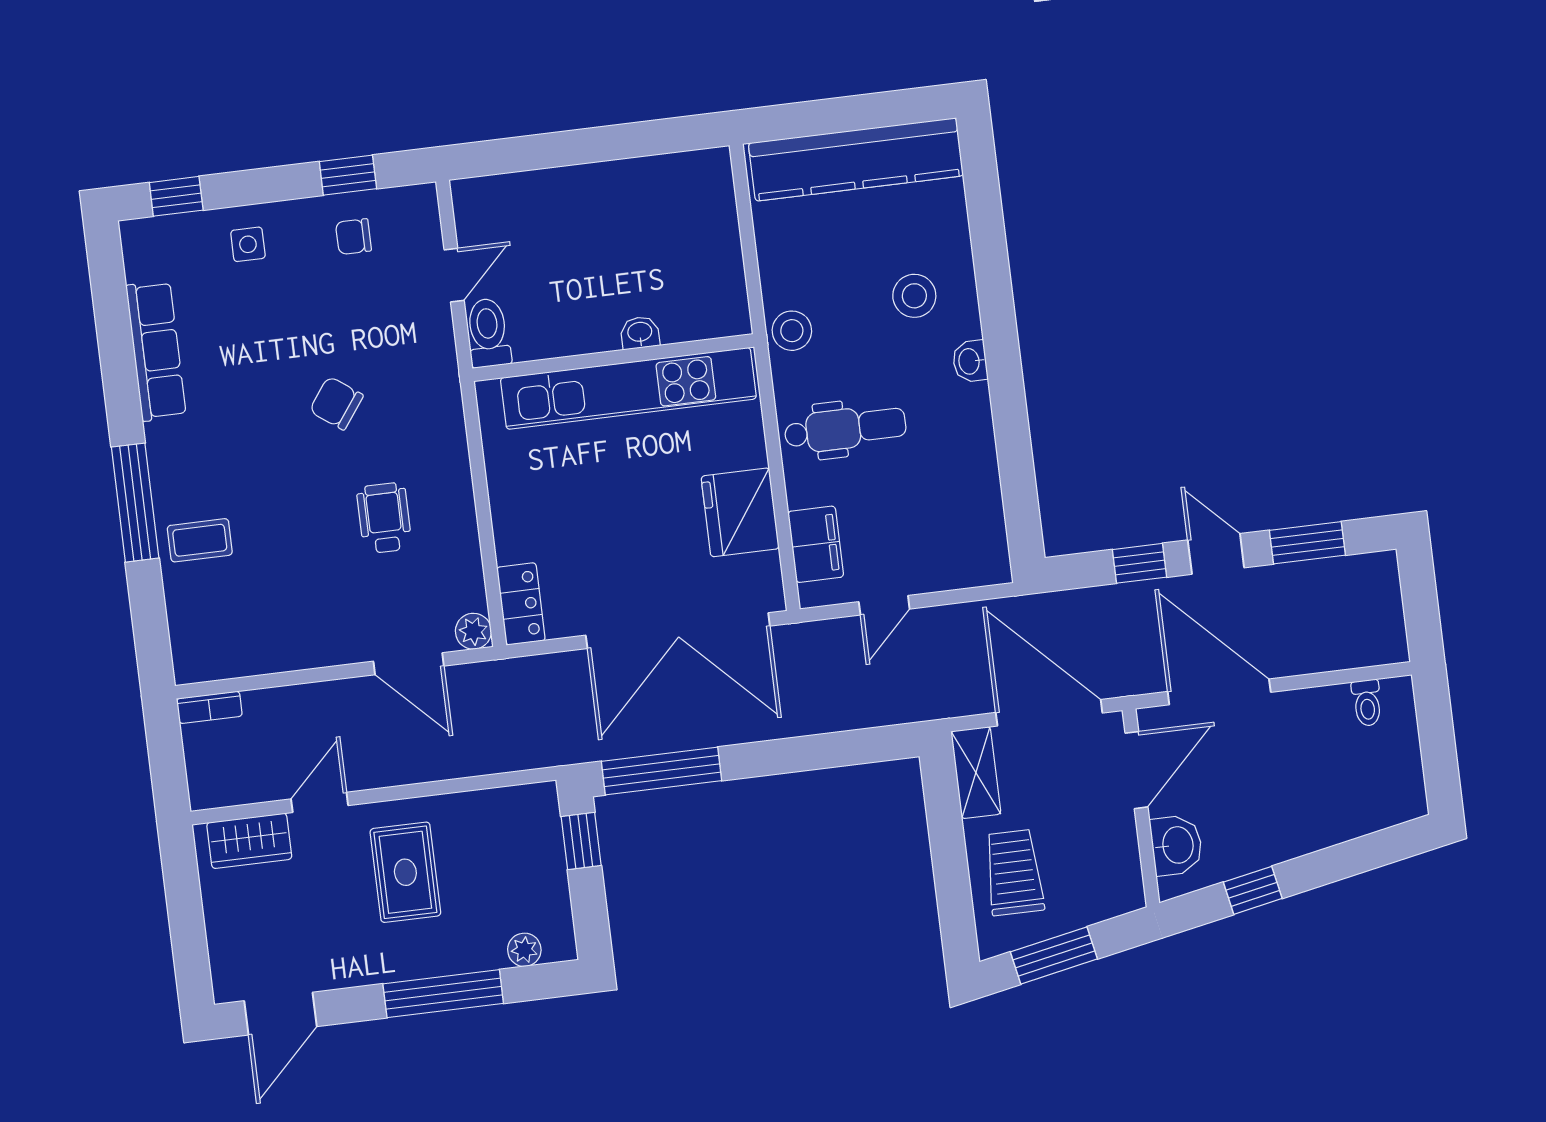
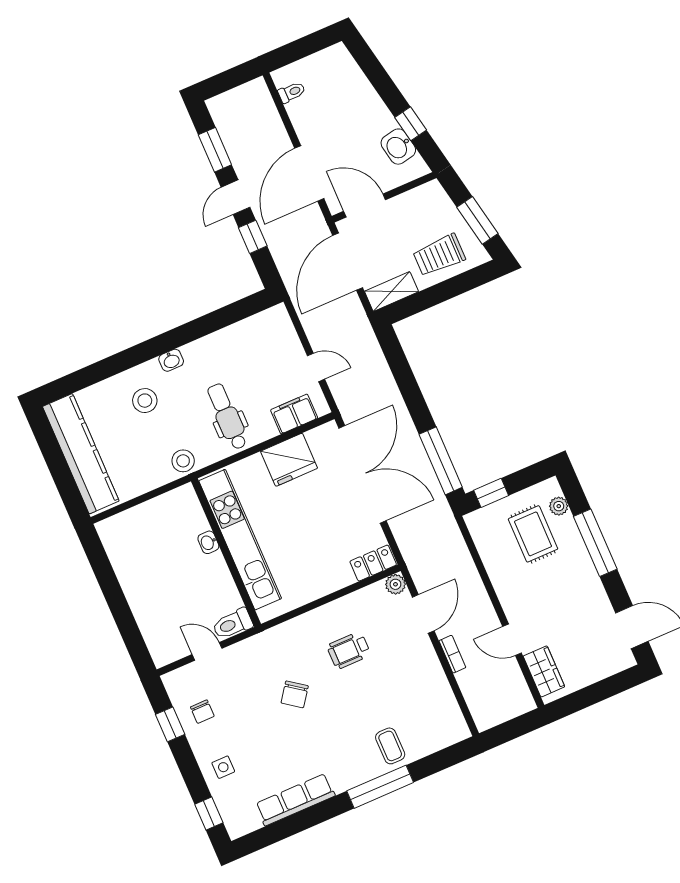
bookcase: (209, 707) -> (452, 654), moved
washbasin: (1176, 845) -> (398, 147), moved, turned -101
rug: (405, 872) -> (533, 534), moved, turned 90

